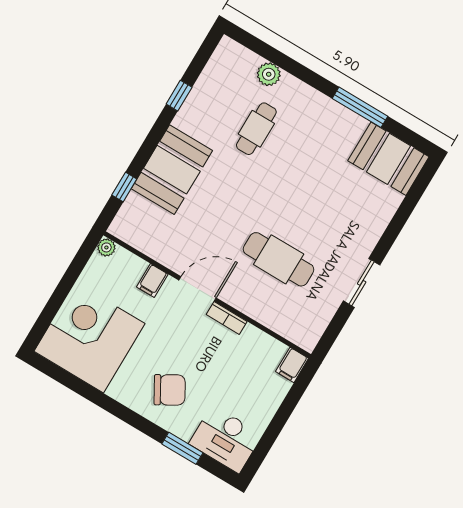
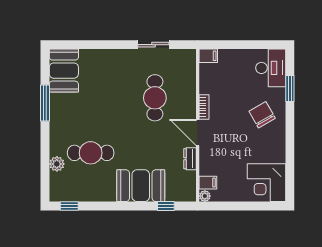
window: (179, 96) -> (69, 206), moved
cafe table: (256, 129) -> (91, 153), width x1.37, depth x1.35
dresser: (169, 258) -> (190, 159), added
filing cabinet: (152, 281) -> (208, 183), moved
sliding door: (362, 283) -> (153, 45), moved
corner desk: (90, 337) -> (267, 183), width x0.74, depth x0.74

